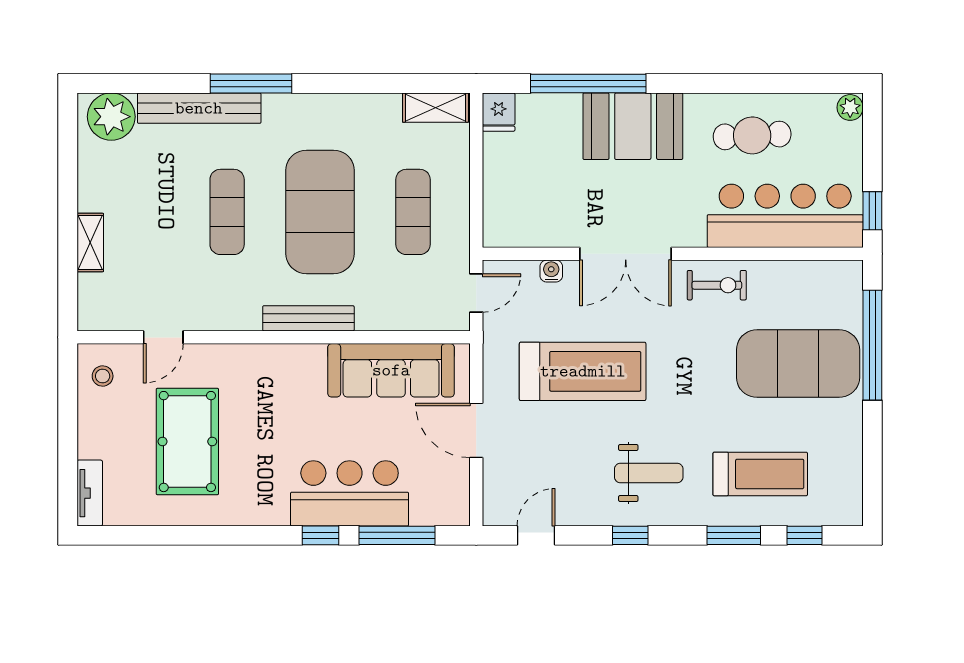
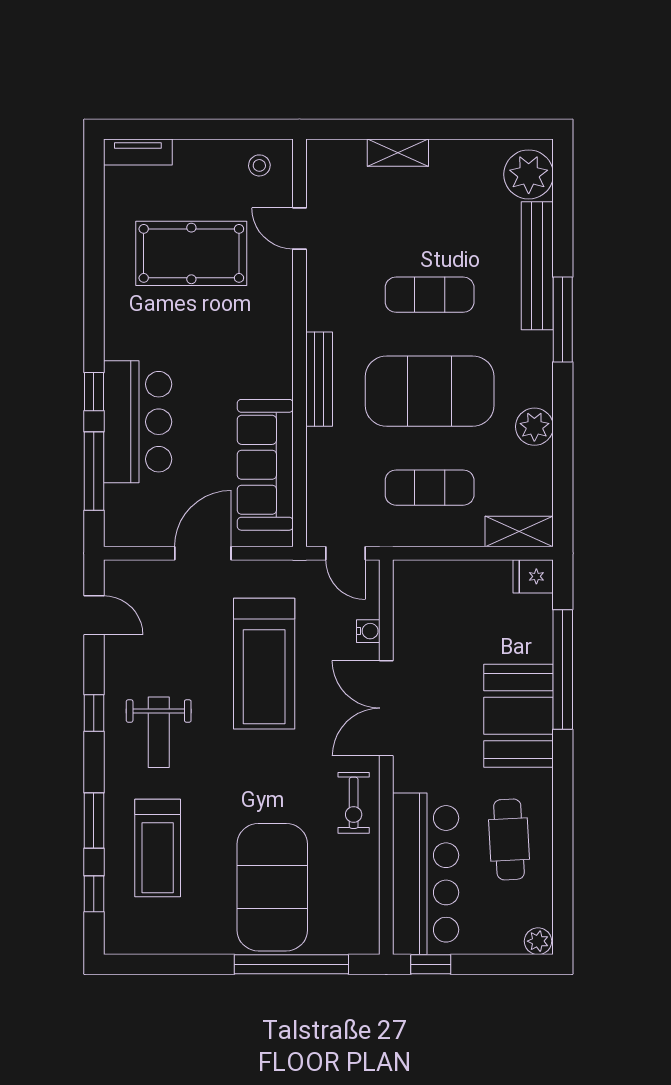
shelving: (436, 108) -> (519, 532), moved, turned 90
plant: (354, 111) -> (534, 427), added

